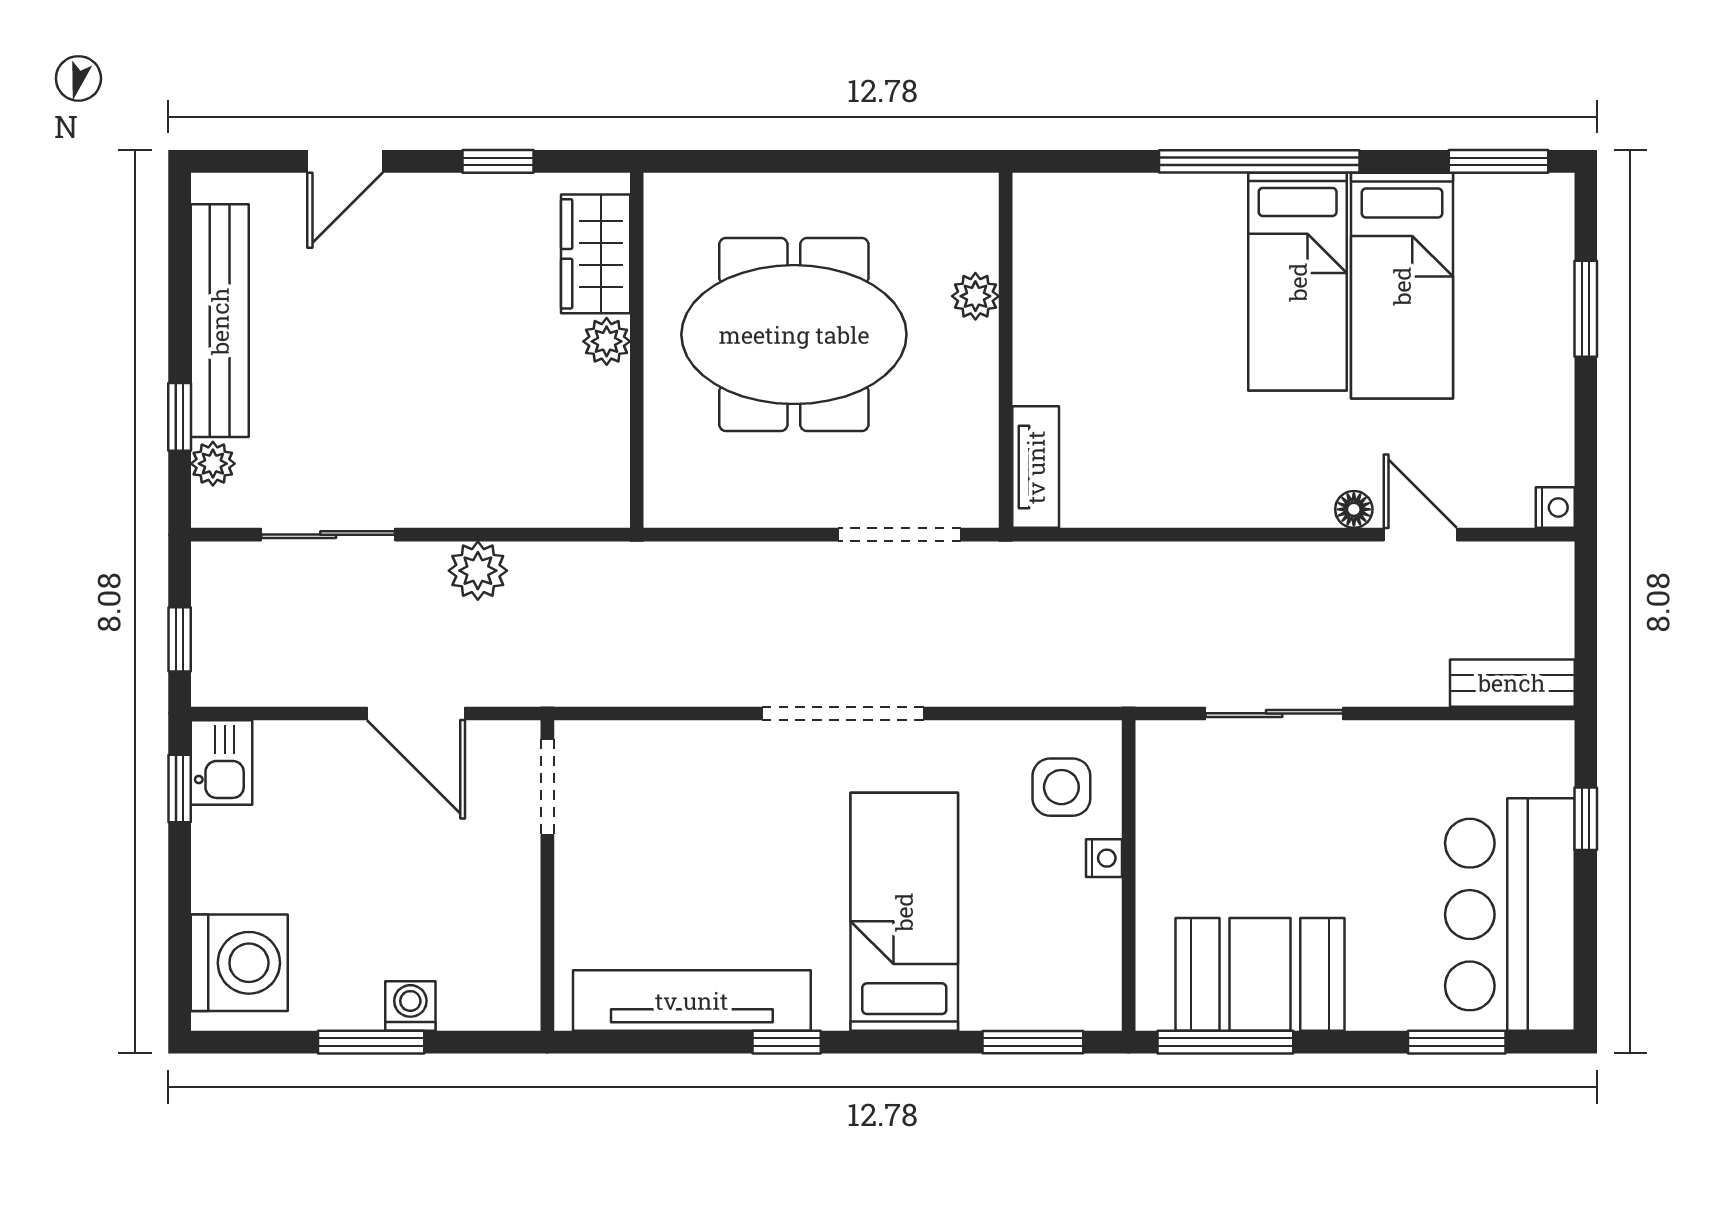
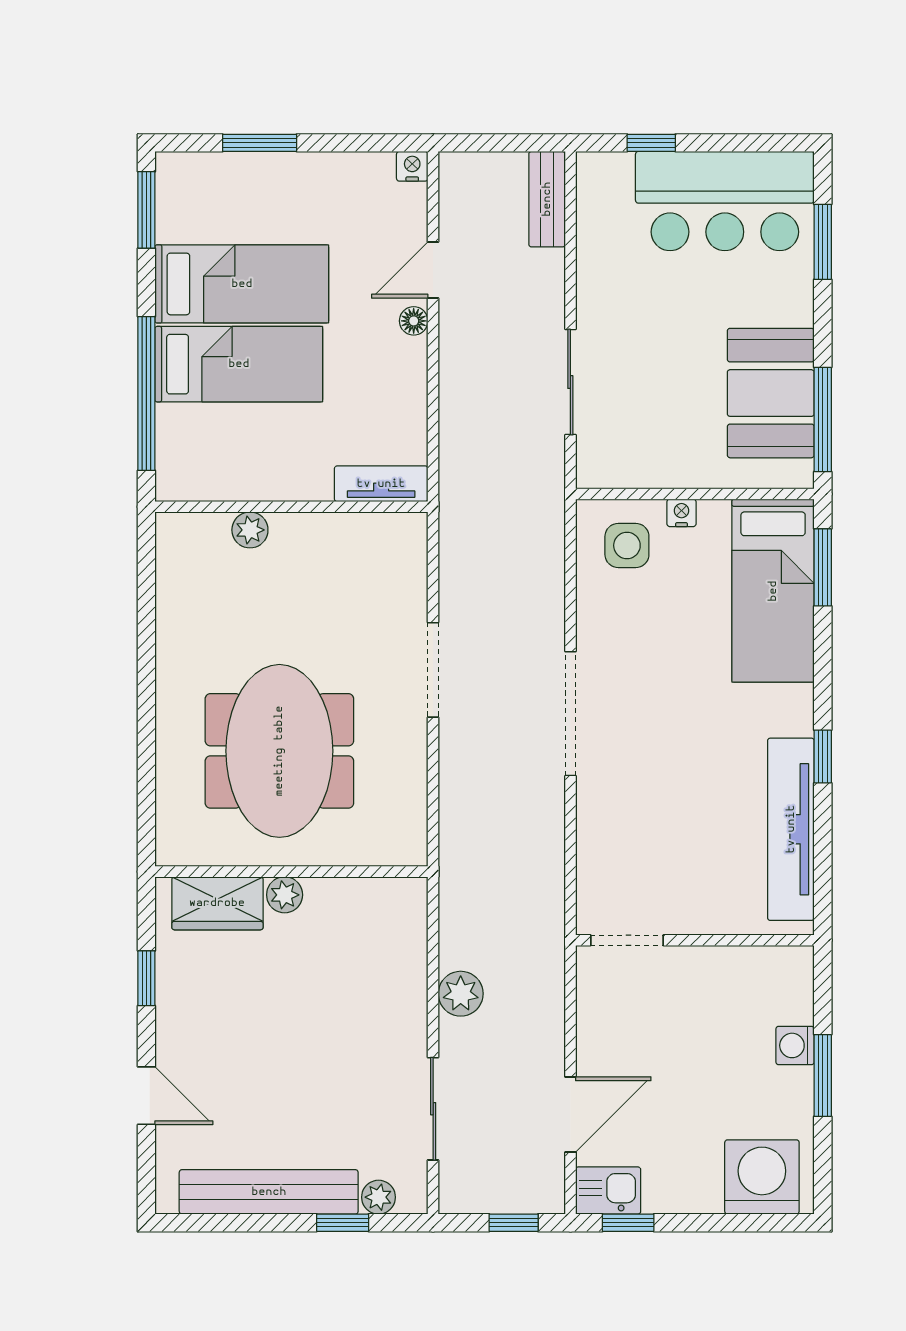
plant: (975, 296) -> (250, 530), moved
wall: (1006, 350) -> (291, 507), moved
tv unit: (1036, 467) -> (381, 484), moved
door: (416, 713) -> (570, 1114), moved
bed: (904, 912) -> (773, 591), moved, turned -90

